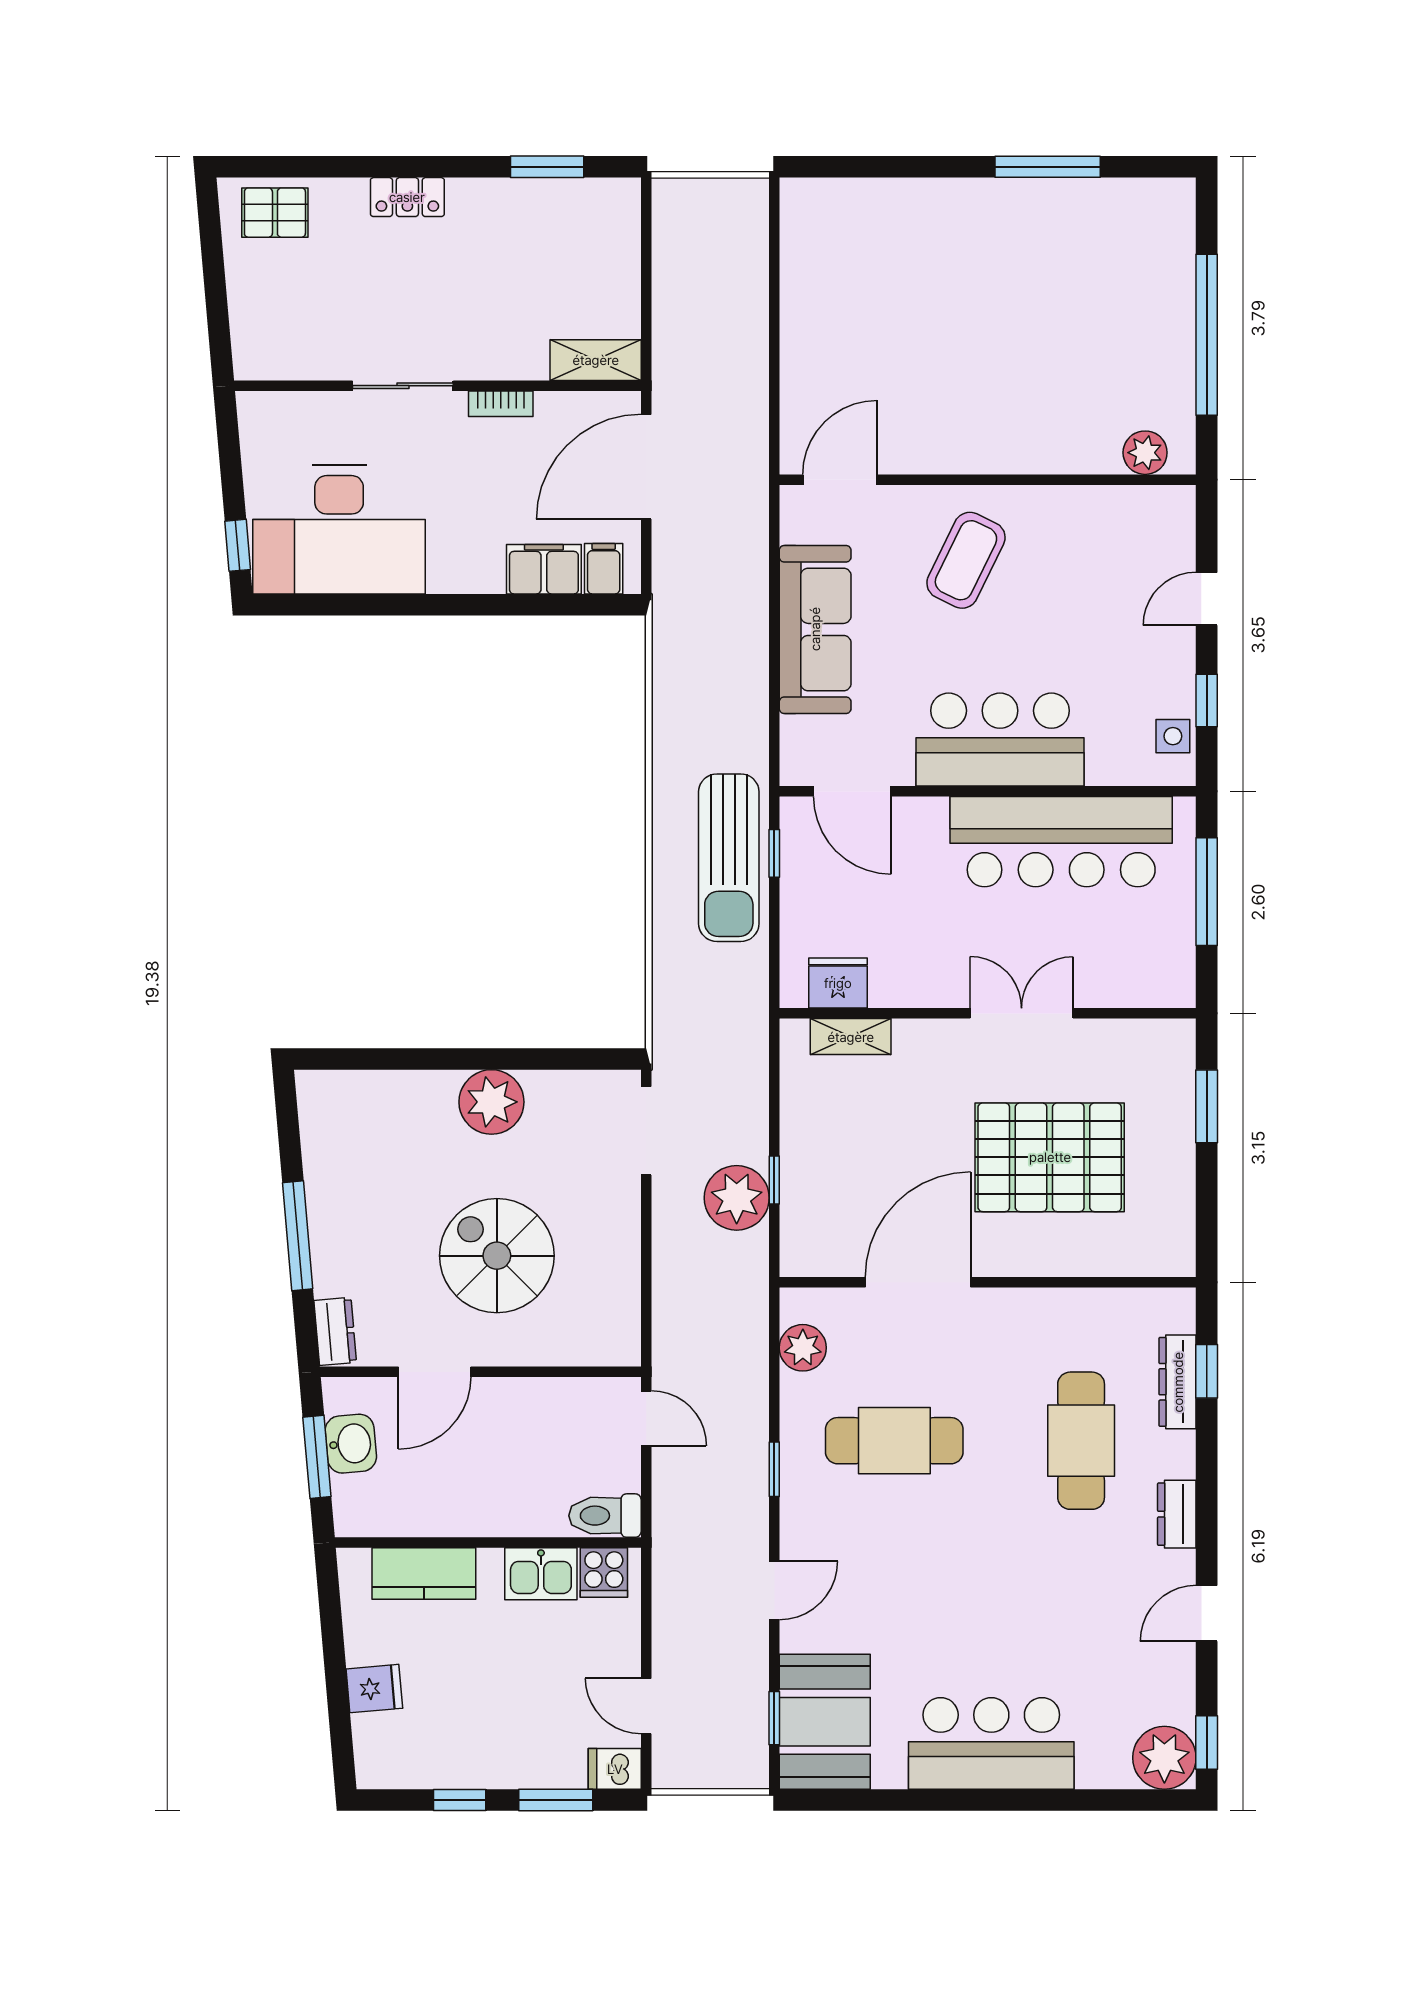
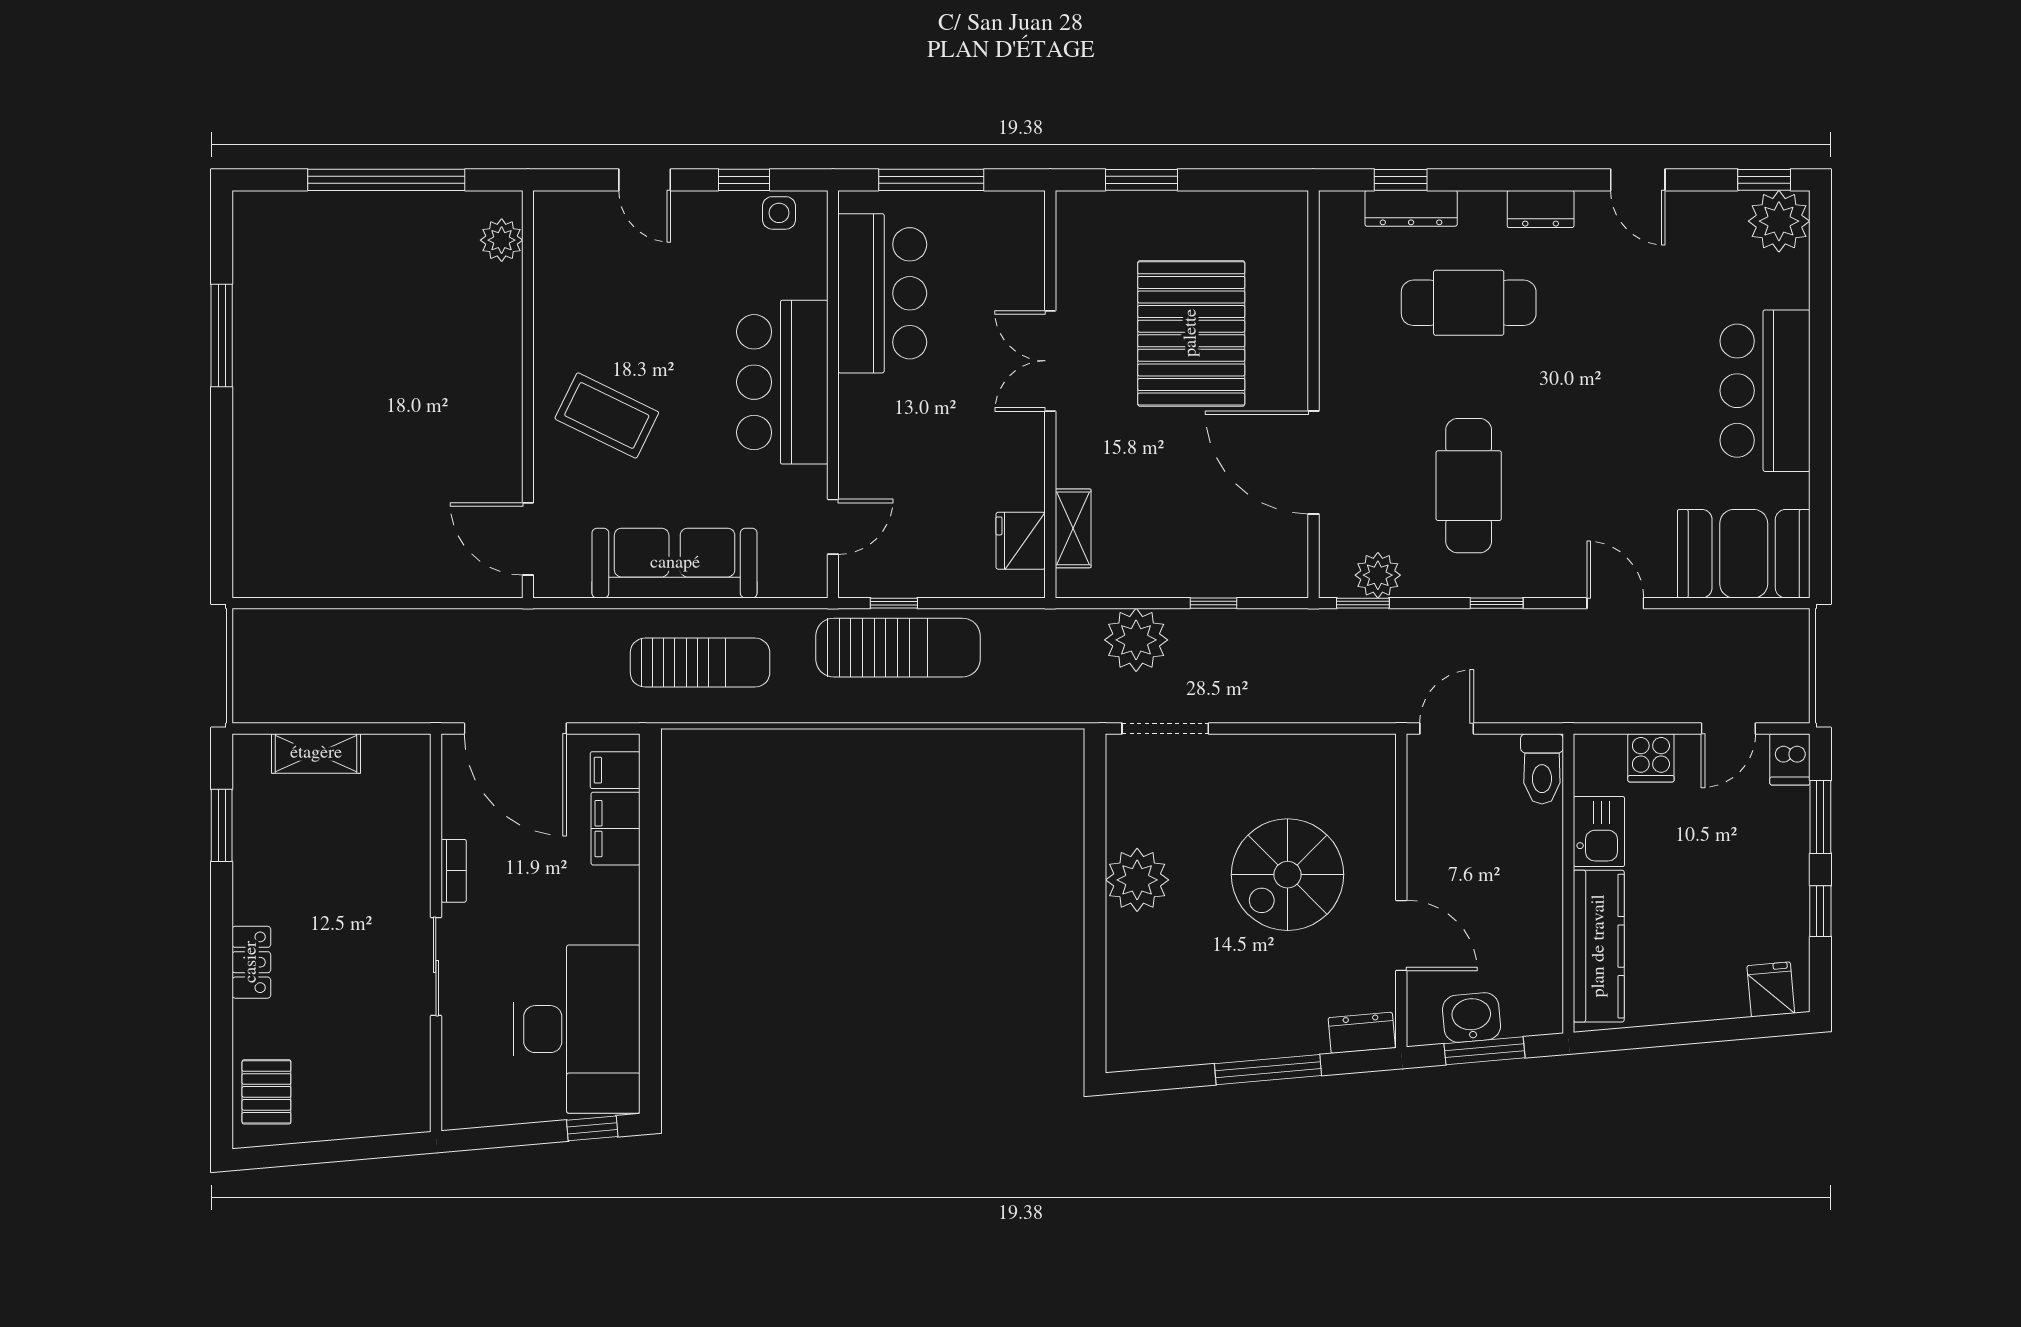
shelving: (596, 360) -> (316, 753), moved, turned 90
sun lounger: (714, 655) -> (700, 663), added
door: (852, 791) -> (833, 527), width x0.73
bar counter: (1061, 842) -> (882, 293), width x0.73
plant: (737, 1198) -> (1136, 640), moved
cooker: (604, 1573) -> (1651, 758), moved, turned 90
kitchen counter: (424, 1574) -> (1599, 946), width x1.50
fridge: (374, 1689) -> (1771, 989), moved
window: (774, 1718) -> (1363, 603), moved

